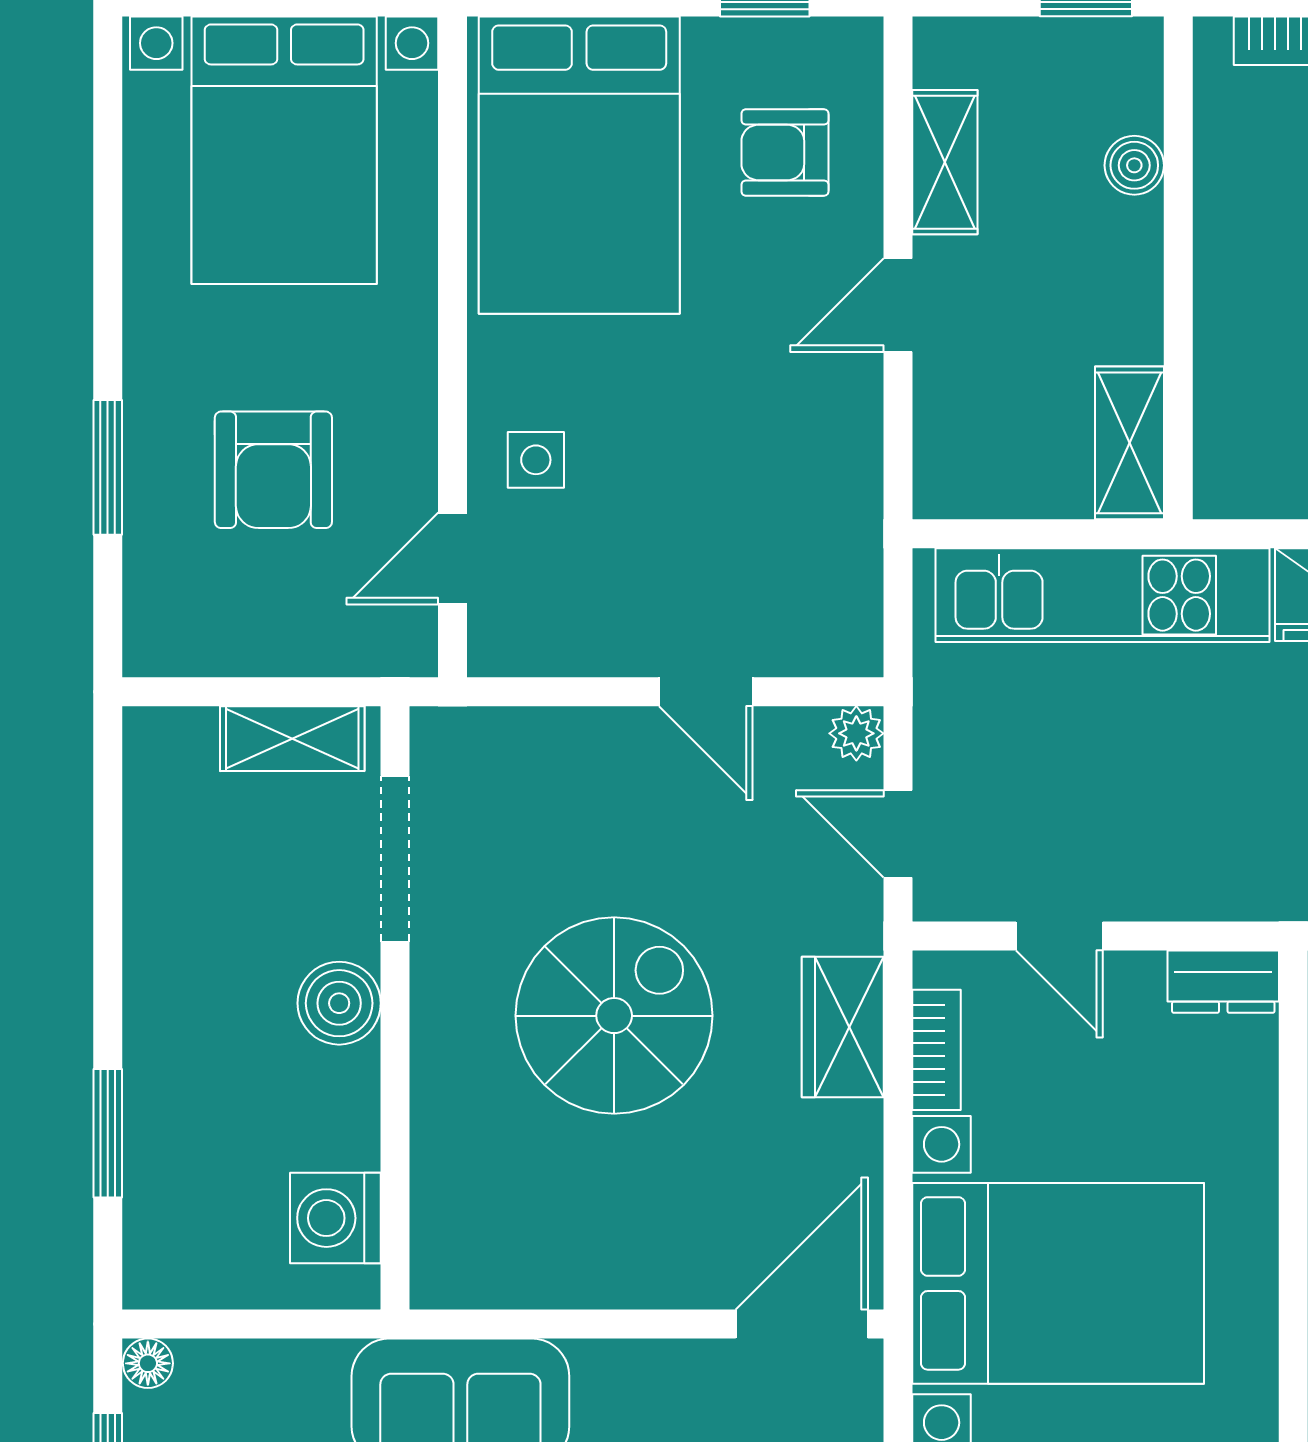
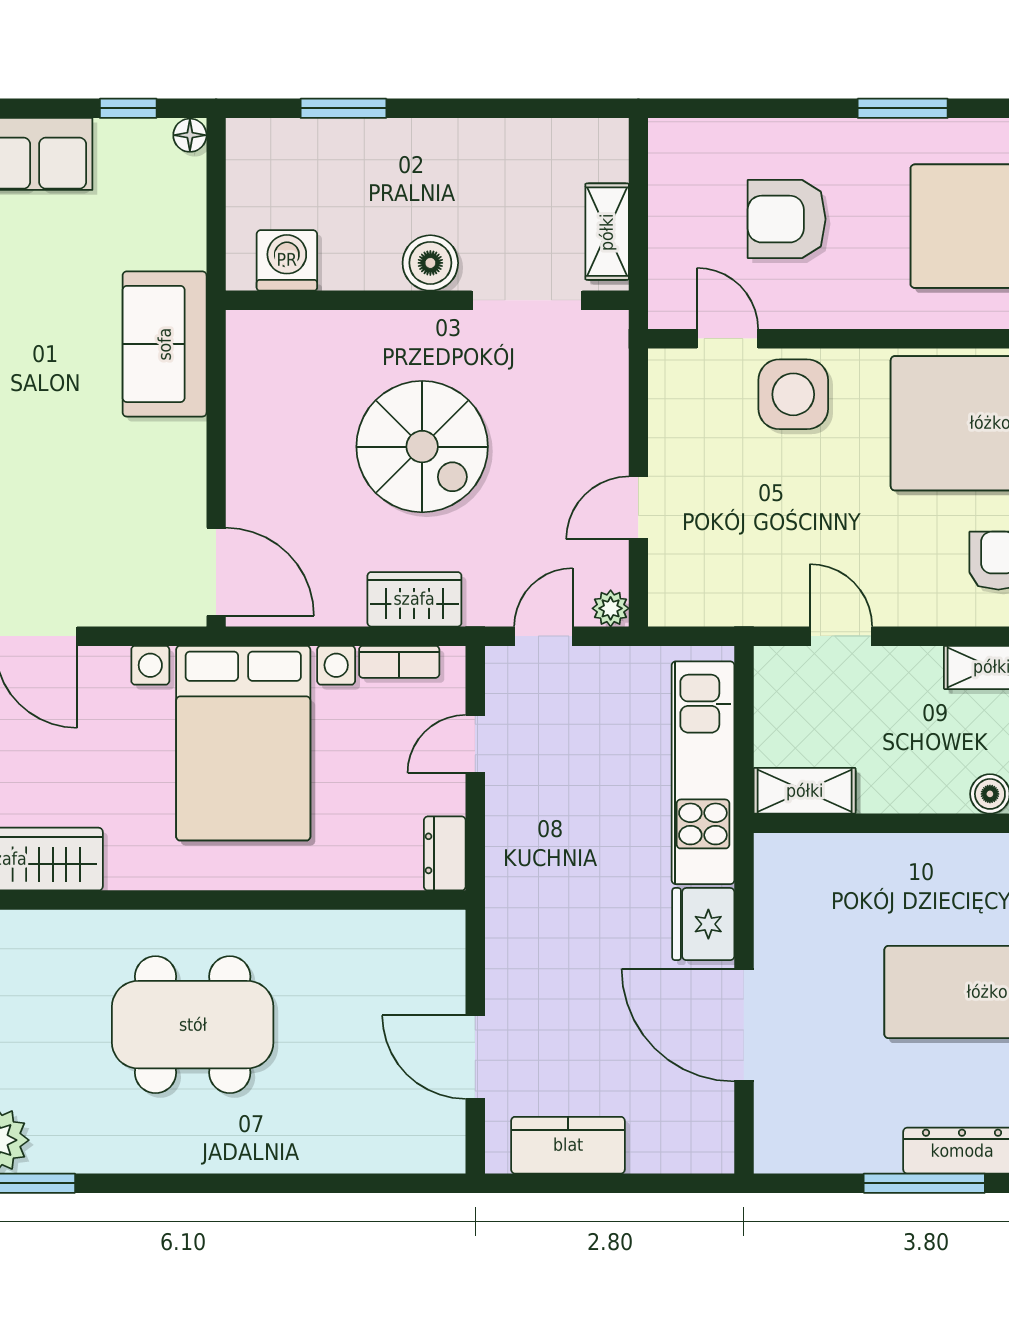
door: (898, 305) -> (841, 636), moved
side table: (536, 460) -> (793, 394), width x1.87, depth x1.87
window: (108, 467) -> (903, 108), moved

